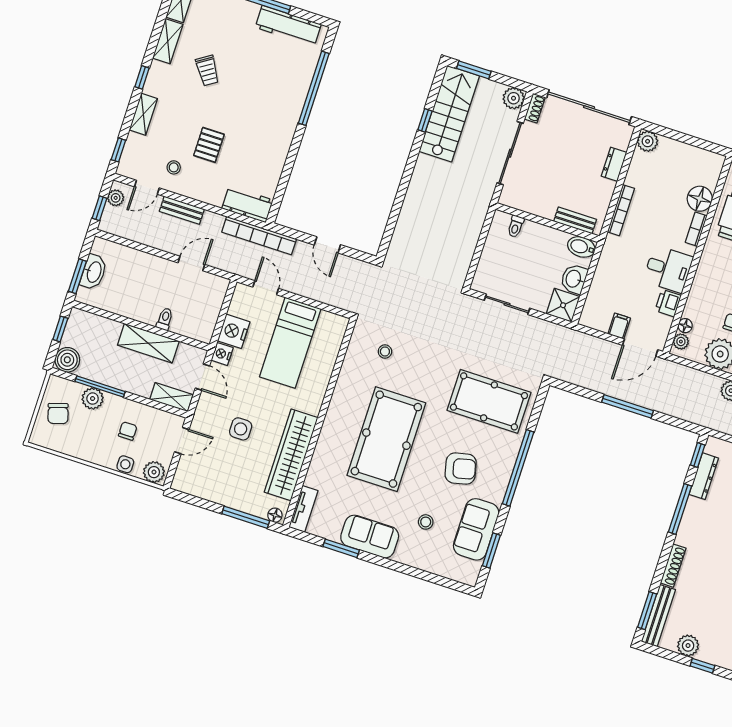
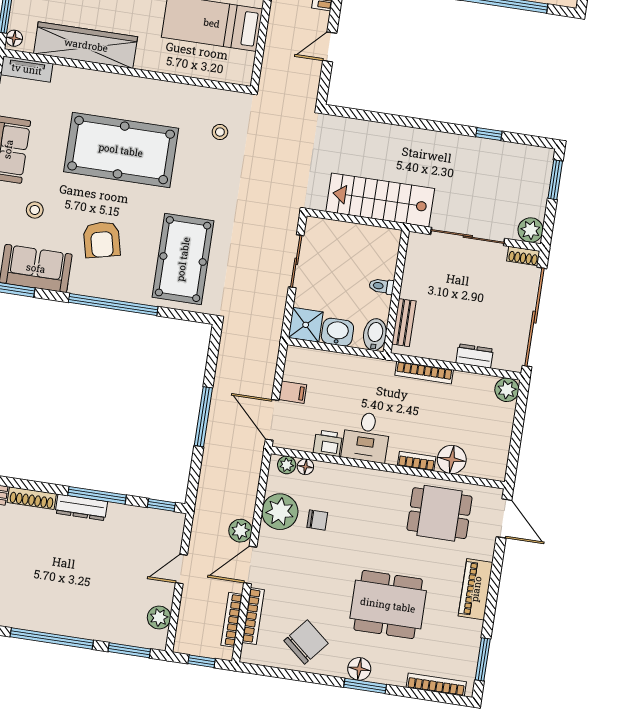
stairs: (449, 114) -> (380, 200), moved, turned 180
toilet: (516, 226) -> (382, 286), moved
dresser: (704, 476) -> (81, 507), moved

